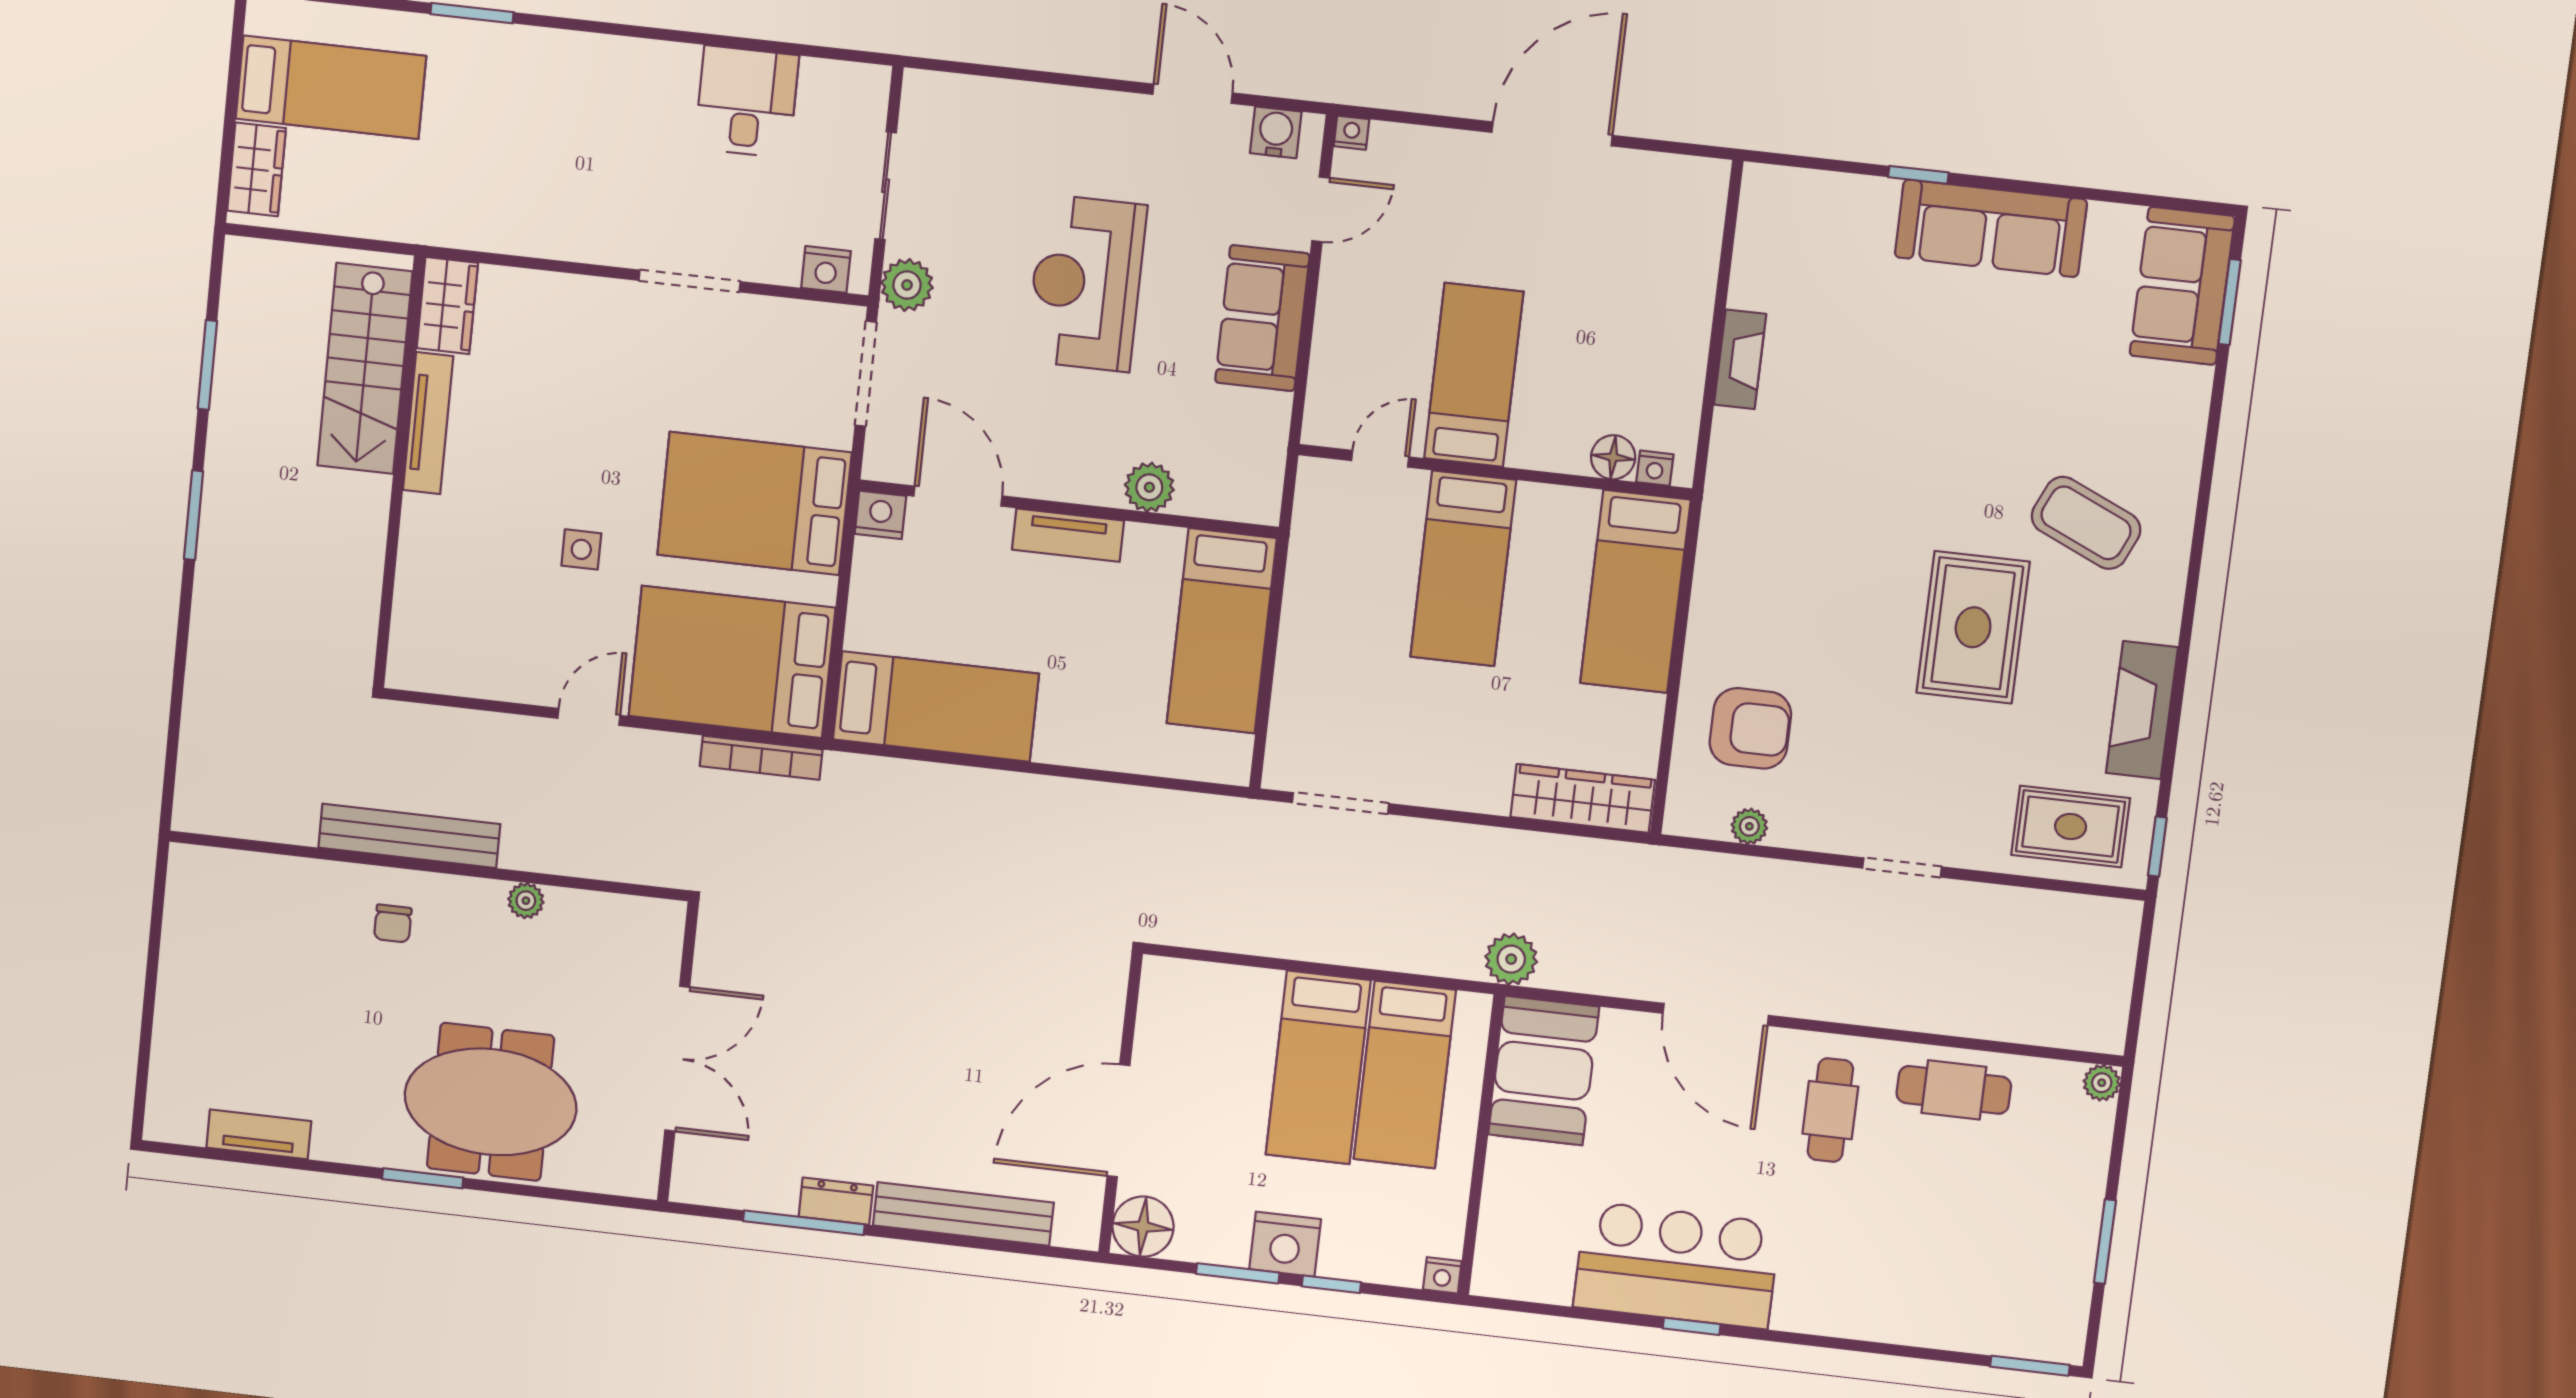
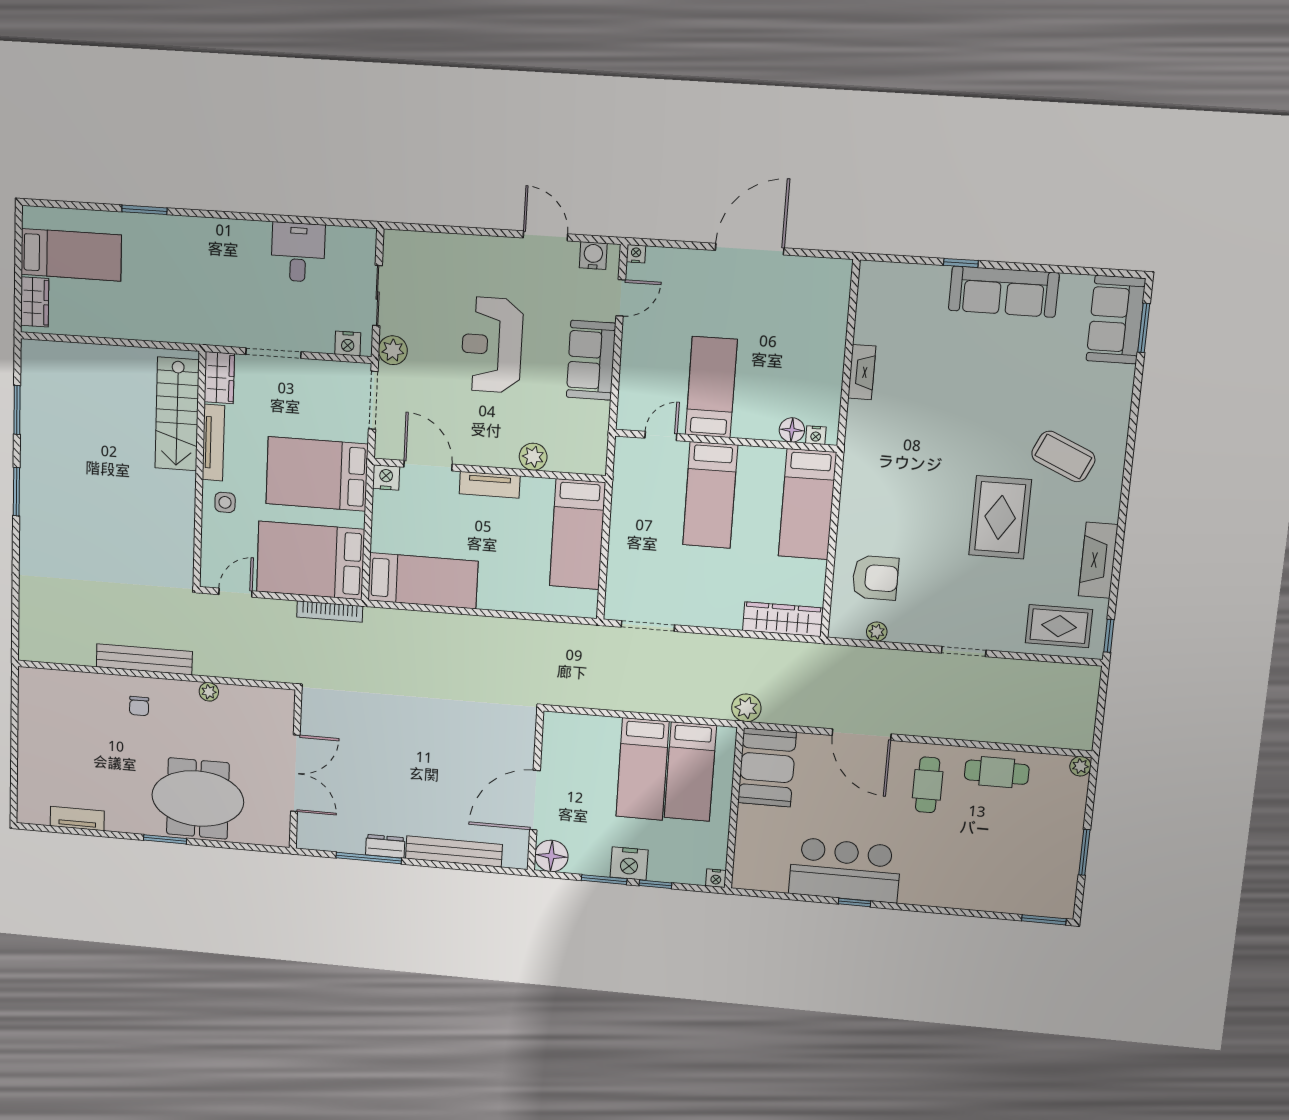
wardrobe: (447, 306) -> (219, 378), moved
stairs: (365, 369) -> (177, 414), moved
tv unit: (428, 423) -> (213, 443), moved
wall: (399, 473) -> (199, 470), moved

